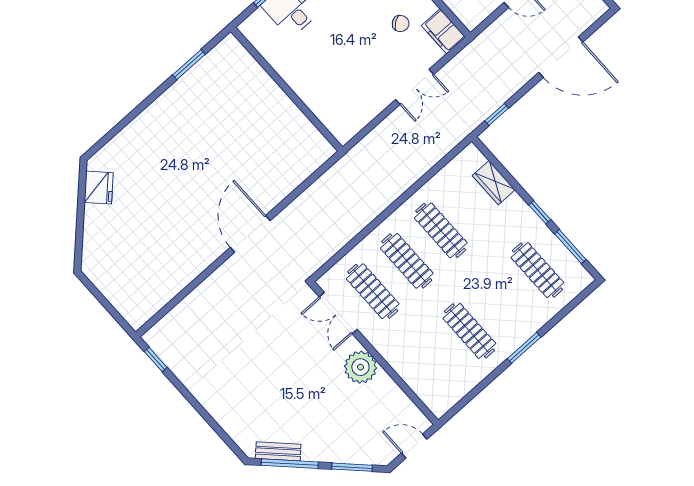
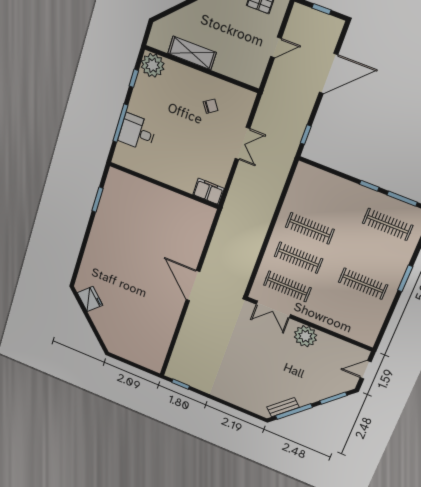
filing cabinet: (443, 31) -> (209, 191), moved, turned 180
wardrobe: (494, 183) -> (328, 181), removed

